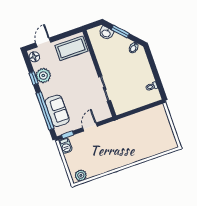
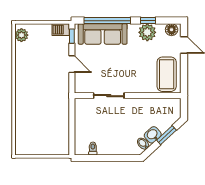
washbasin: (106, 33) -> (153, 135), moved
sofa: (57, 111) -> (103, 34), width x1.36

